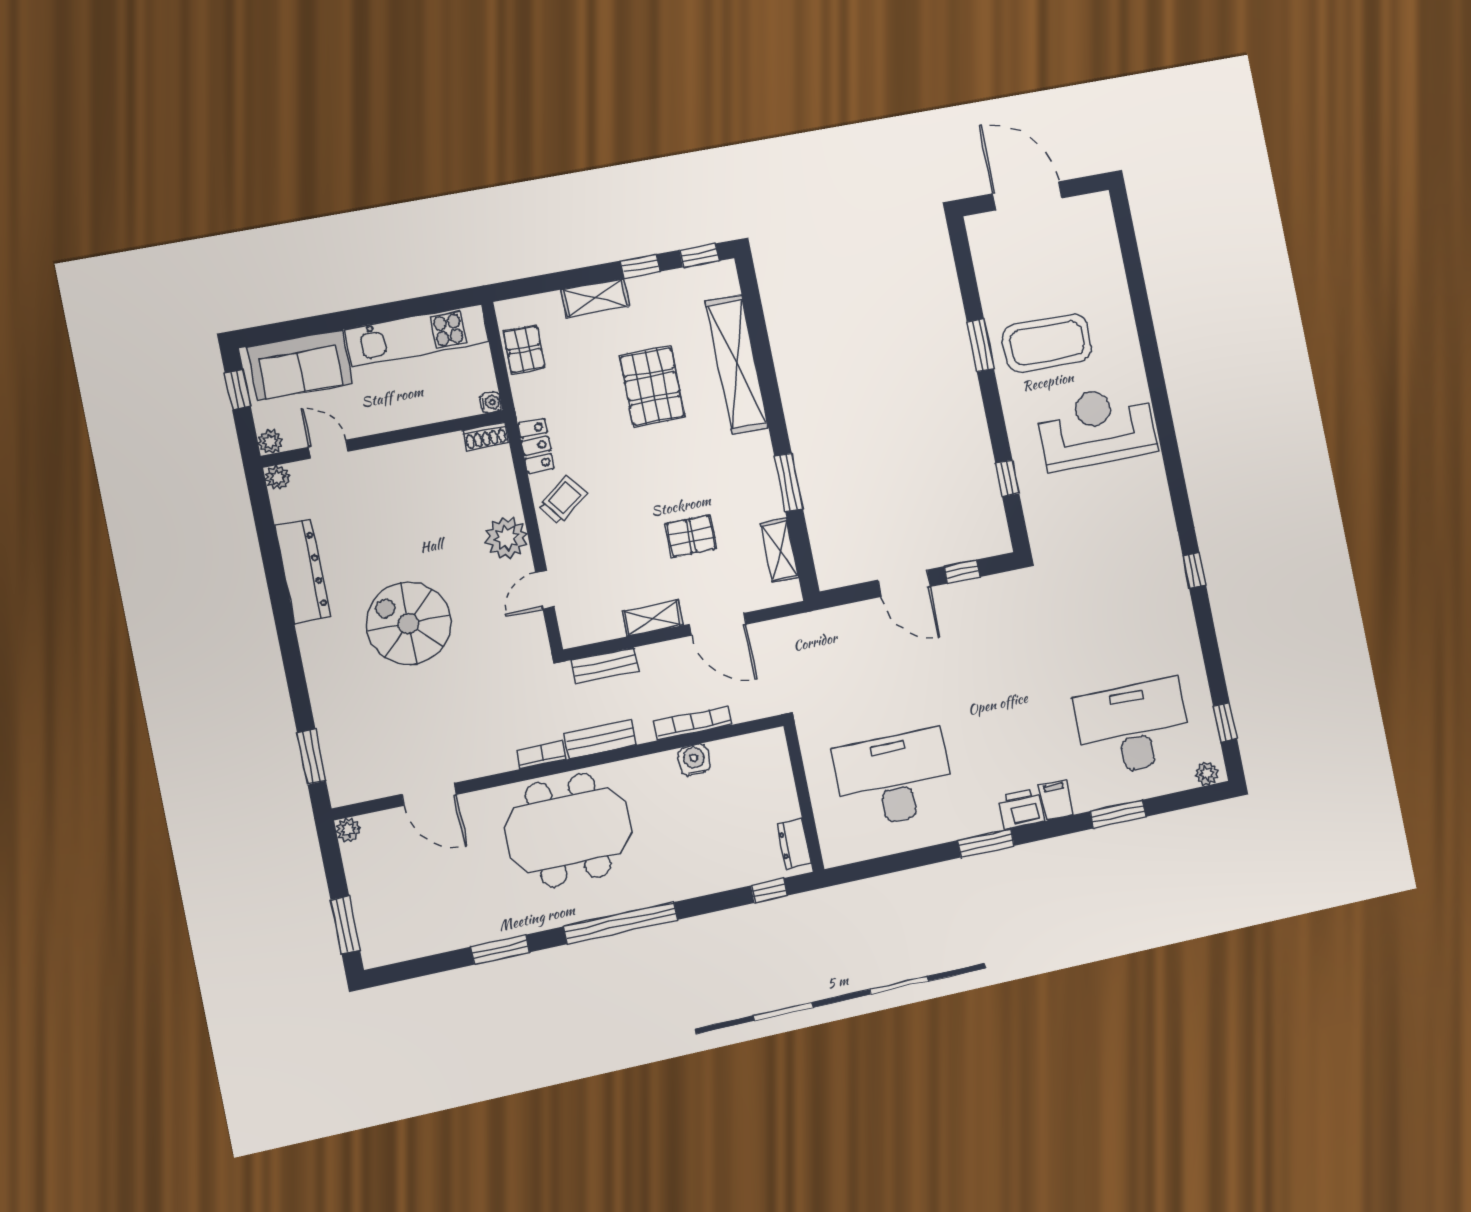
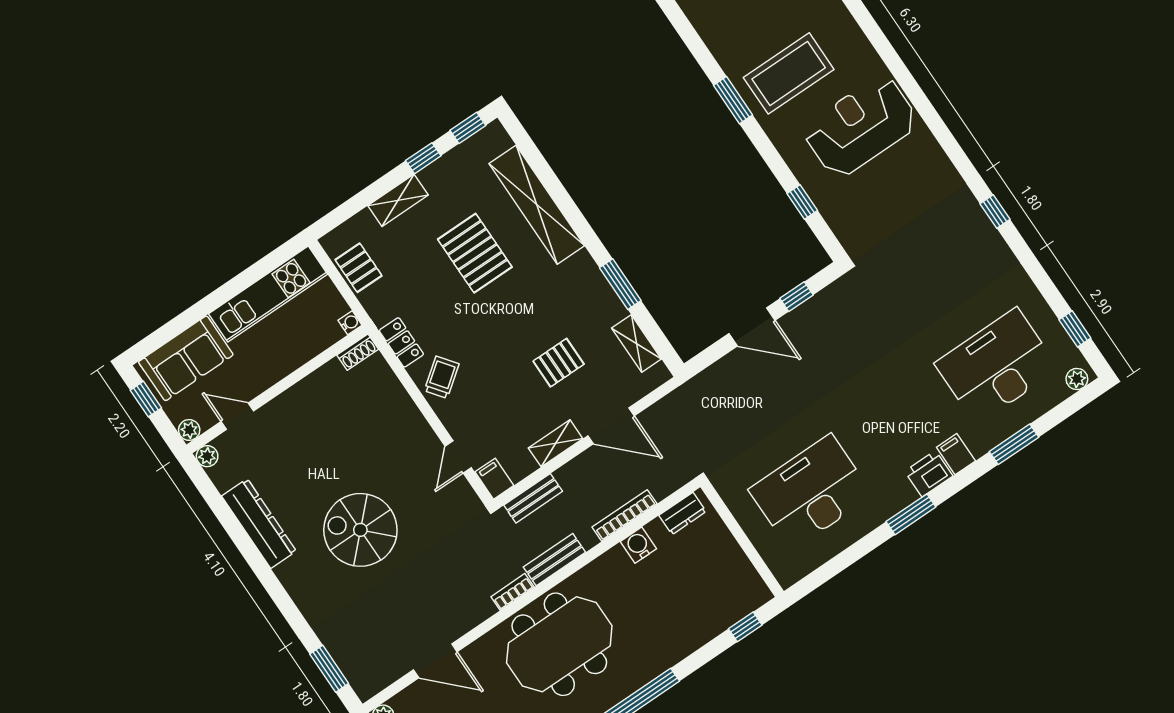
plant: (506, 538) -> (409, 428), removed
filing cabinet: (573, 628) -> (494, 479), added
dresser: (794, 844) -> (683, 513), moved, turned -90

